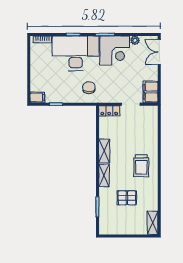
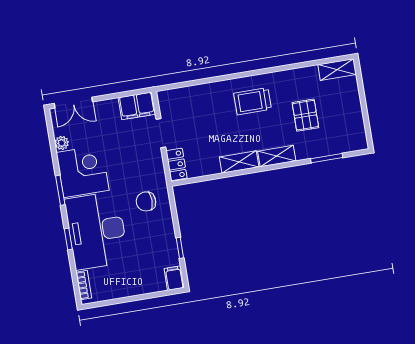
trolley: (141, 166) -> (253, 101), turned 180

